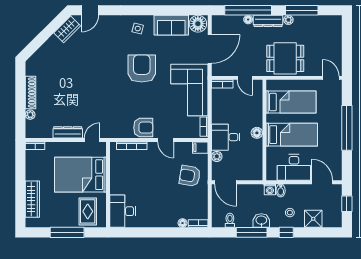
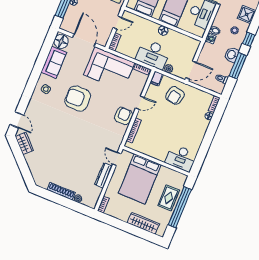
desk: (226, 137) -> (153, 54), width x1.37
rug: (88, 211) -> (169, 198), moved, turned 90
window: (67, 232) -> (180, 207), width x1.46

